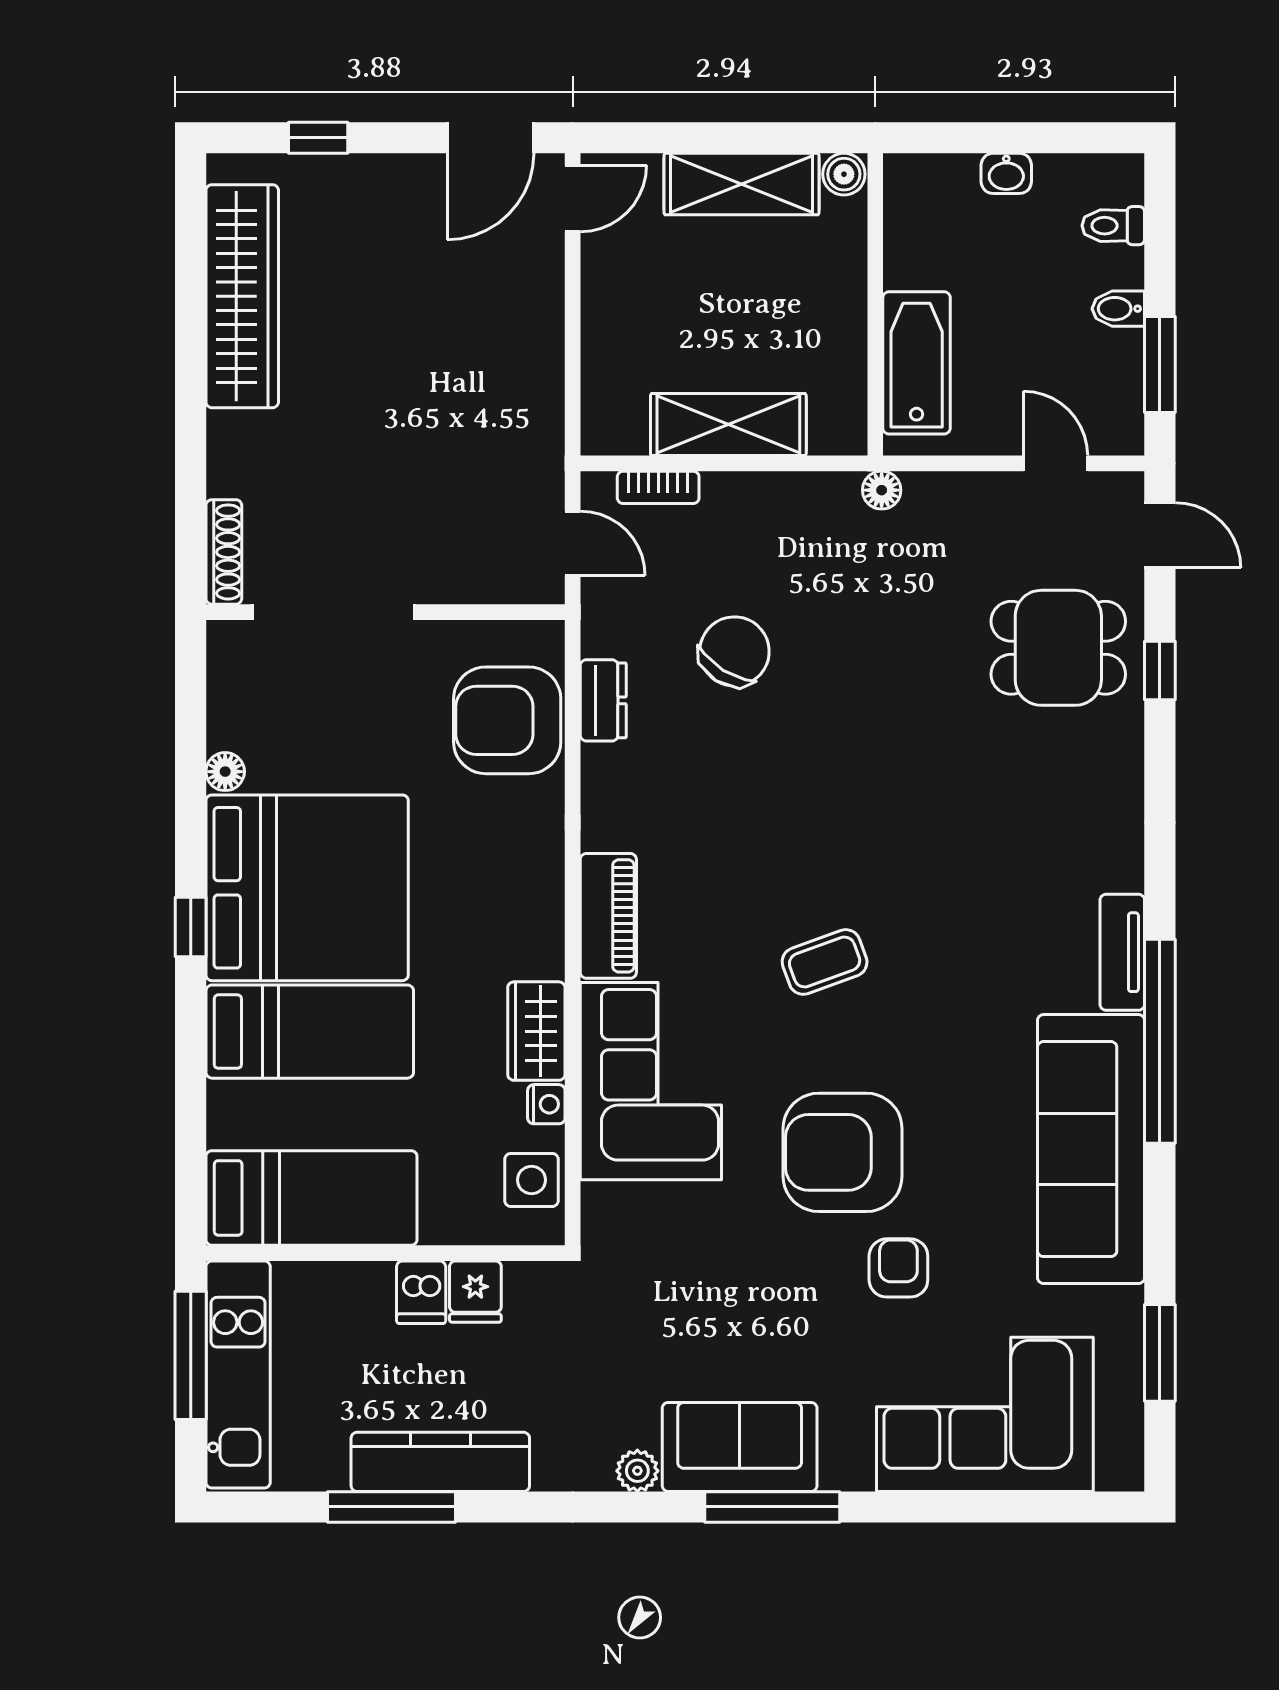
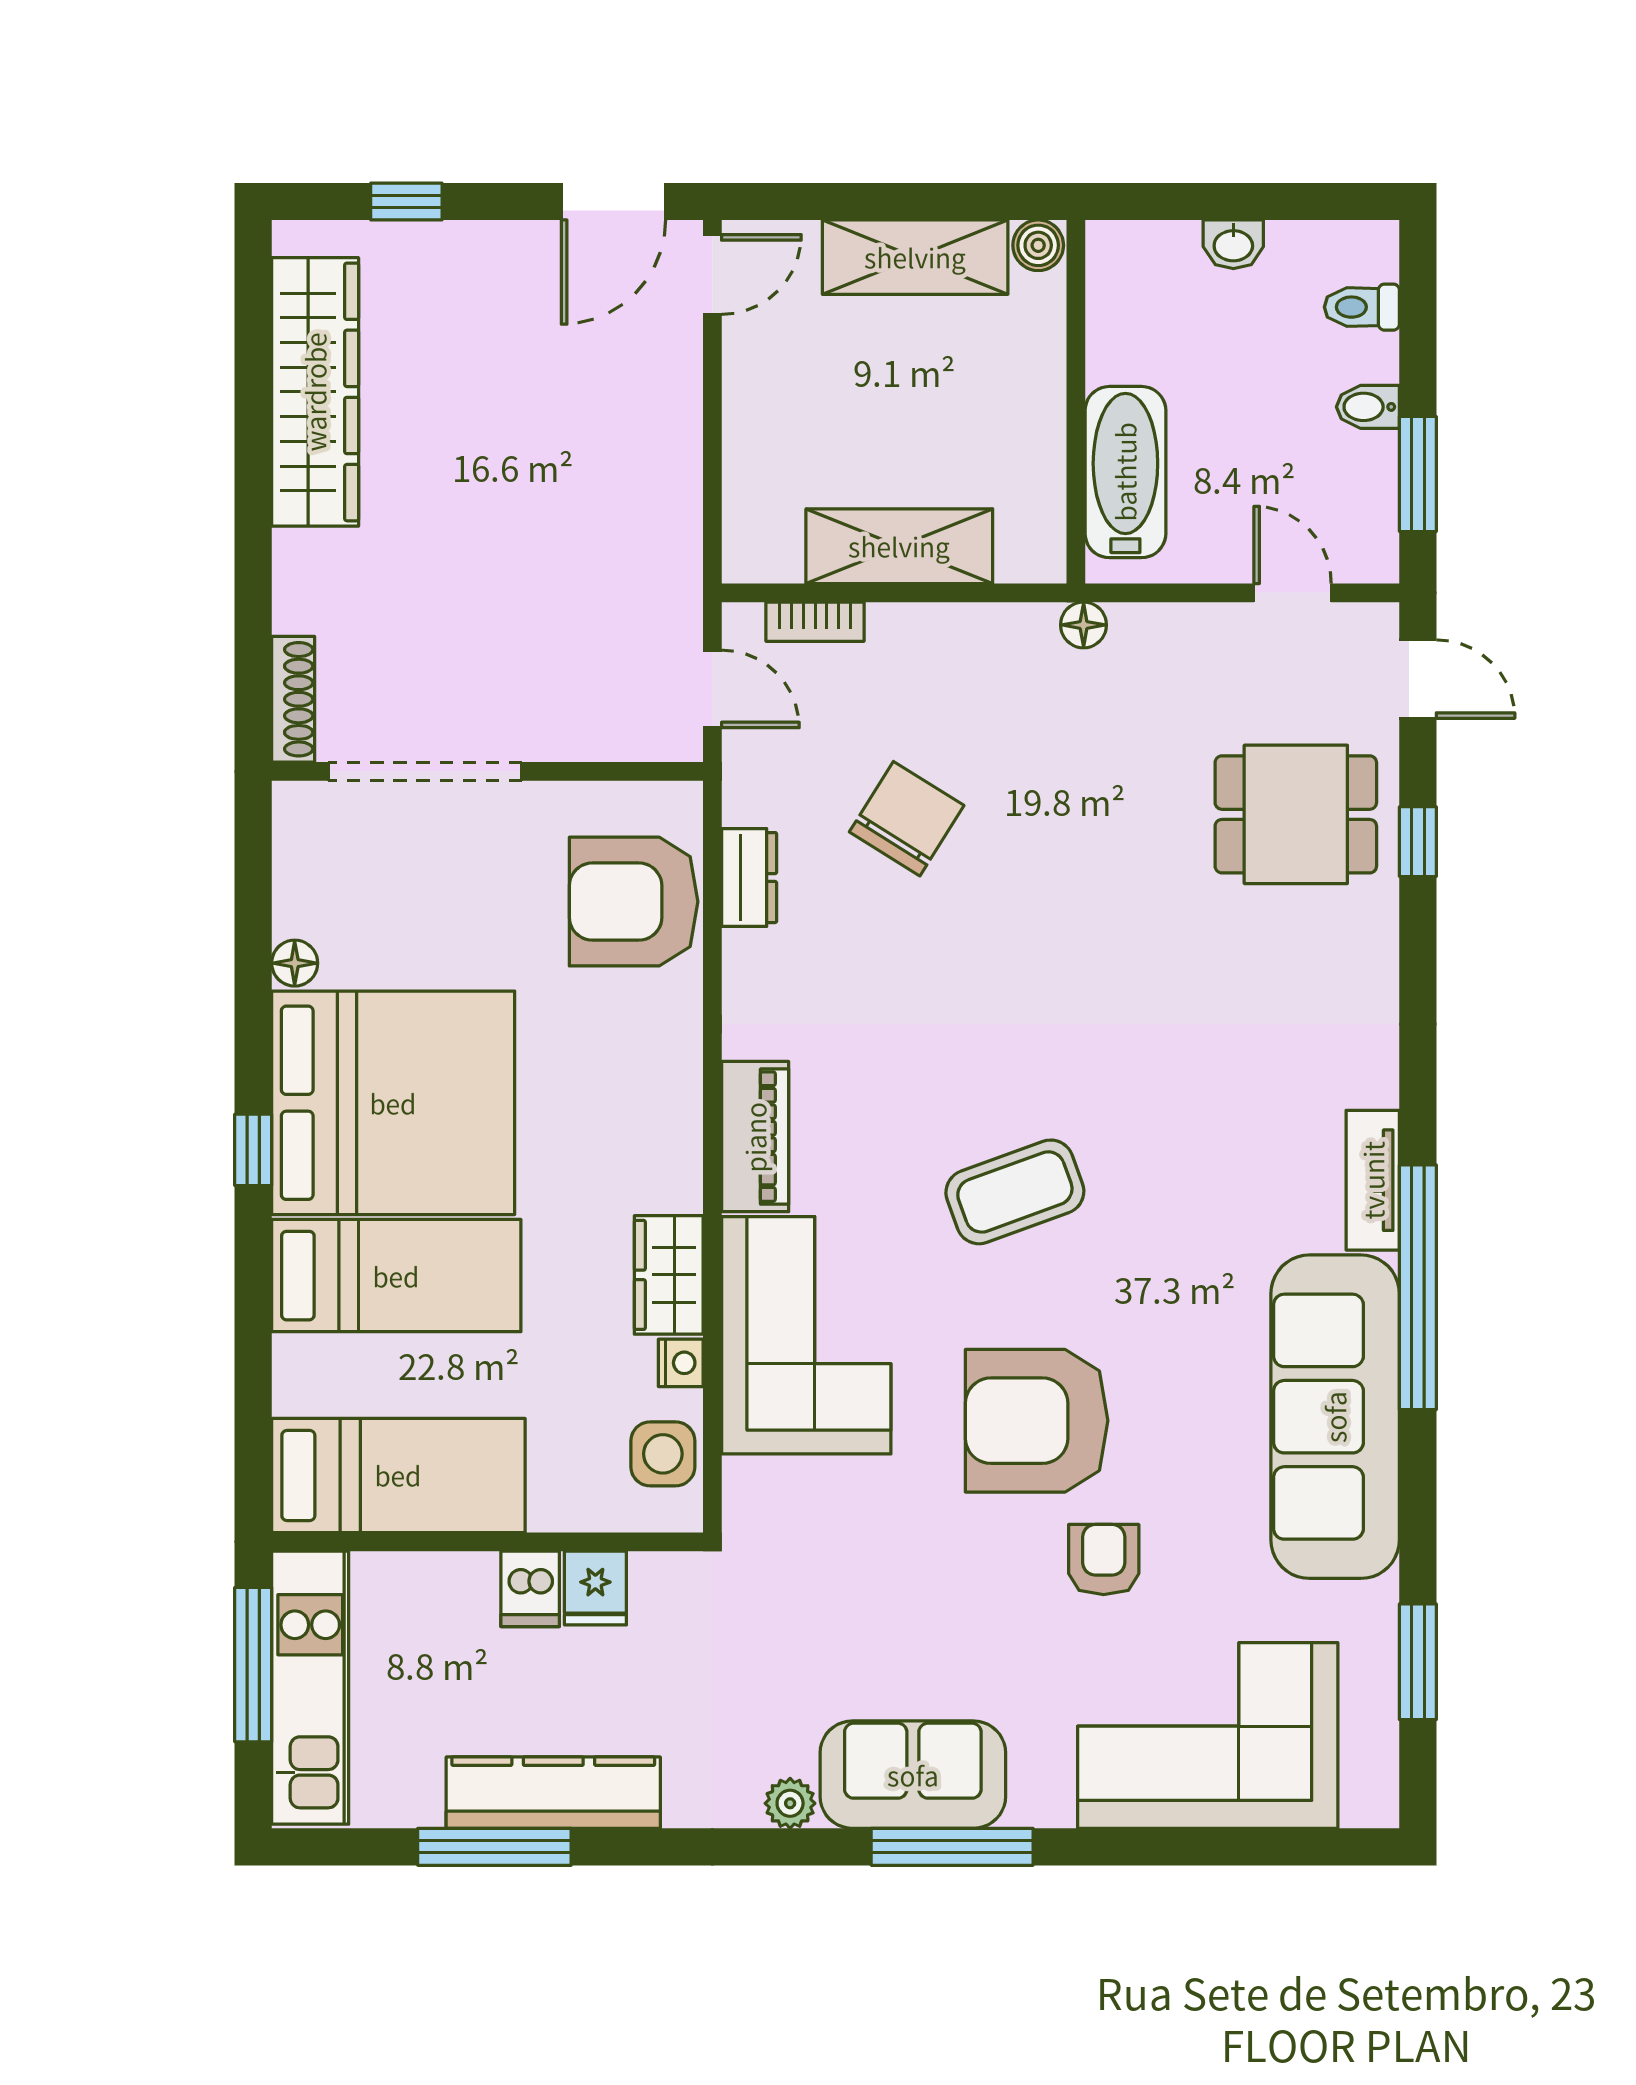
coffee table: (825, 962) -> (1015, 1192), width x1.36, depth x1.30

